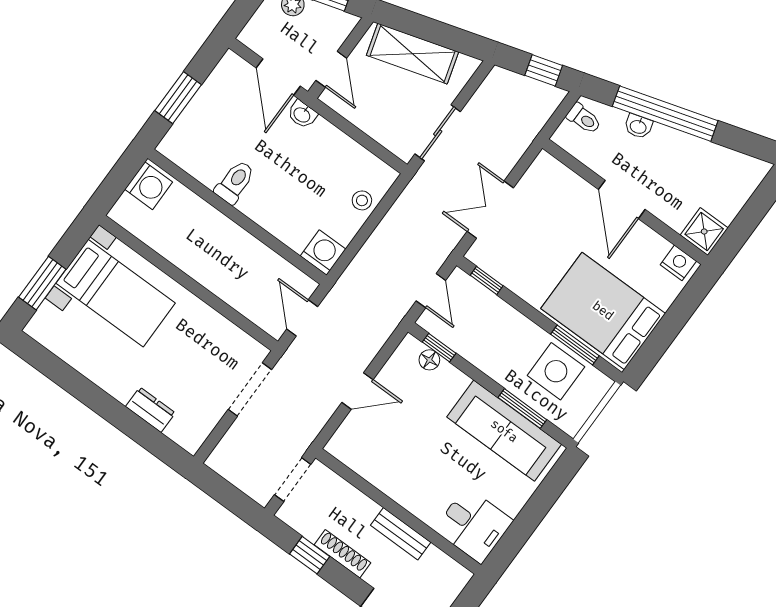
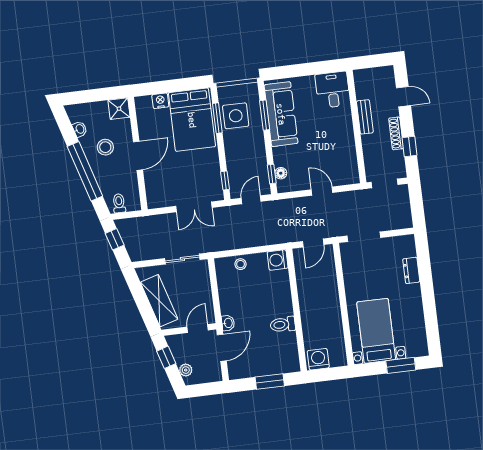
washbasin: (638, 126) -> (80, 129), moved
stool: (672, 168) -> (105, 147), added
nightstand: (678, 263) -> (160, 101), moved, turned 90

